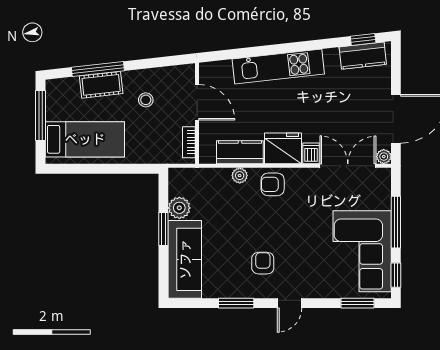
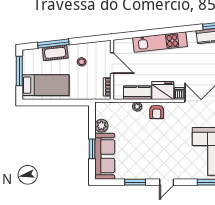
armchair: (273, 184) -> (157, 112), turned -90
window: (163, 229) -> (92, 149), moved
armchair: (263, 263) -> (151, 158), removed

